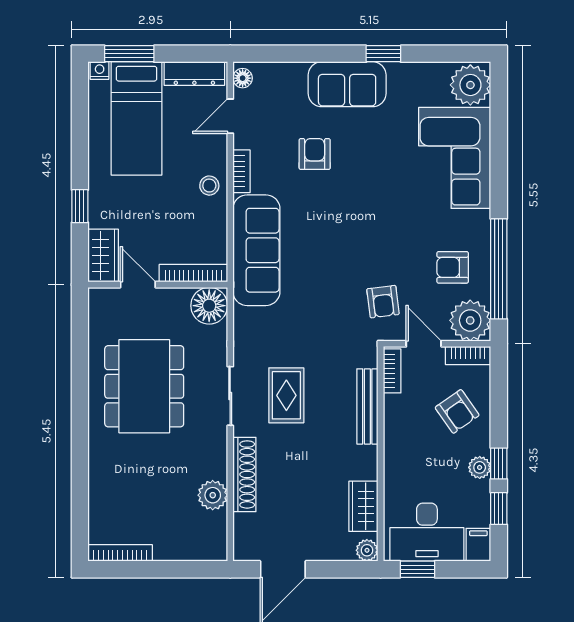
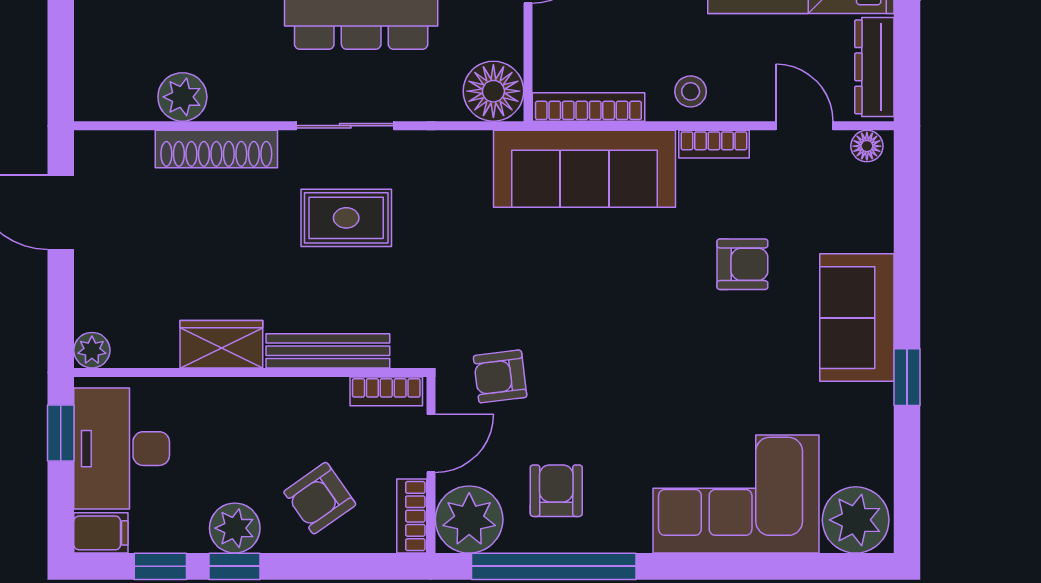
bookcase: (193, 273) -> (588, 107), moved, turned -90
plant: (480, 467) -> (235, 528), width x1.38, depth x1.38
wardrobe: (363, 506) -> (221, 344), moved

